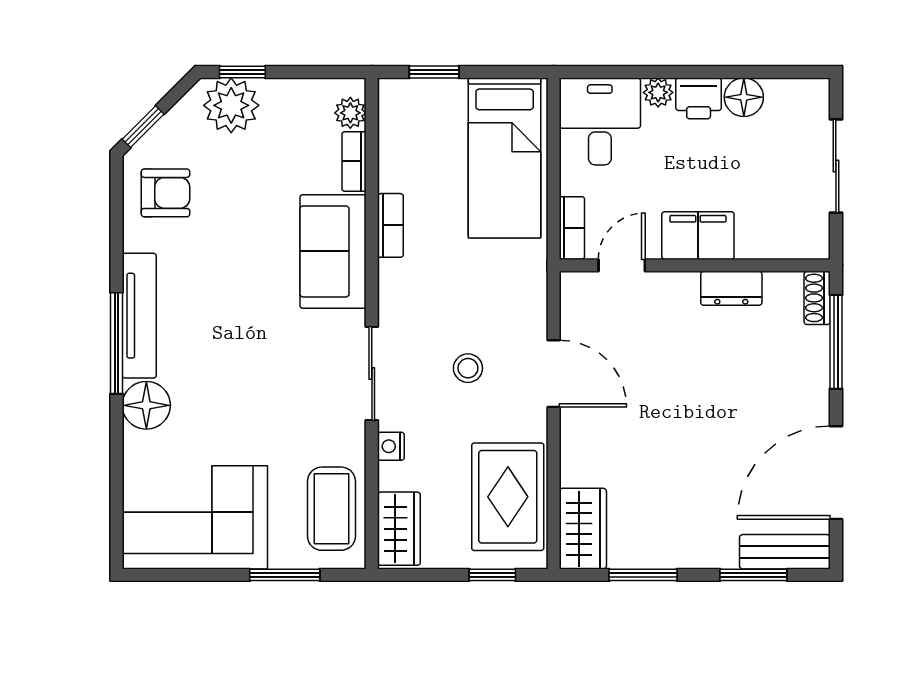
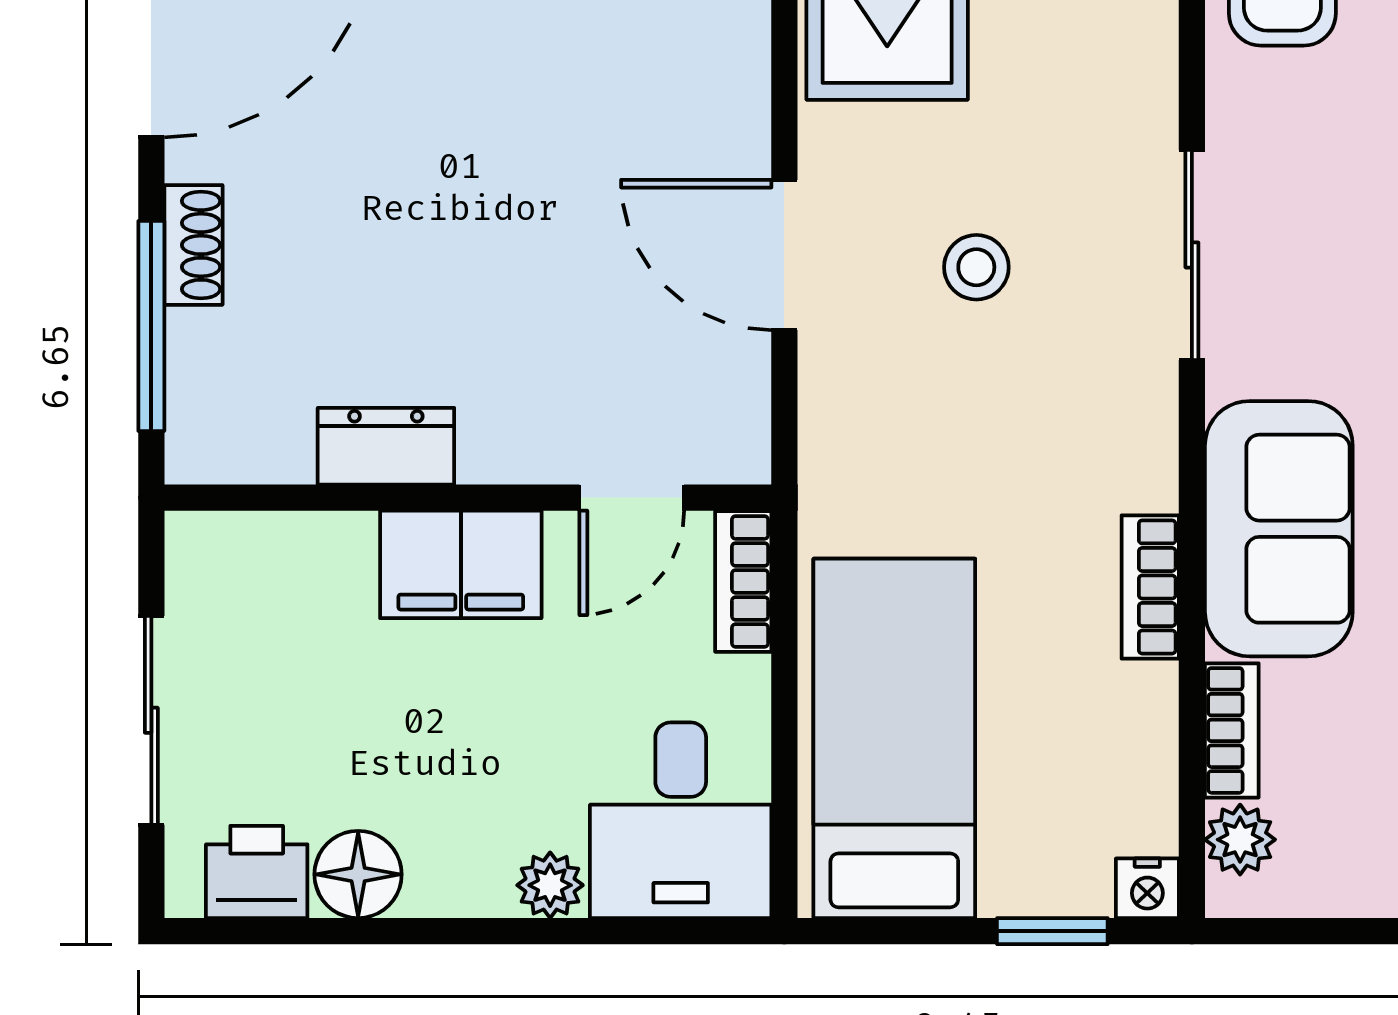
printer: (699, 98) -> (257, 872), moved
shoe rack: (817, 298) -> (193, 245), moved
nightstand: (391, 446) -> (1147, 888), moved, turned 90

